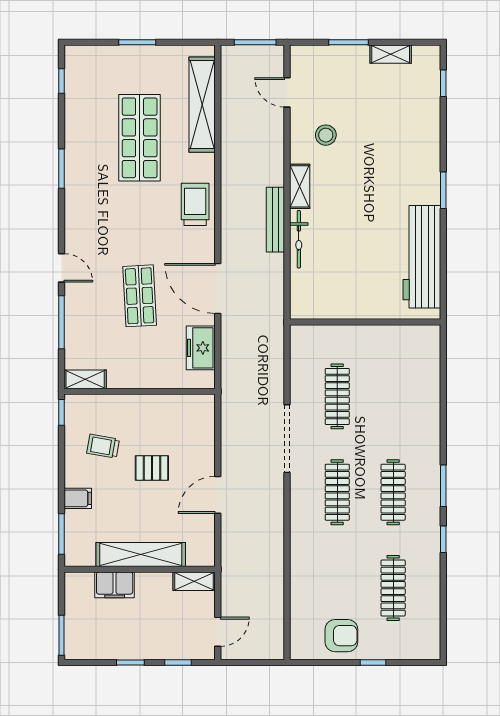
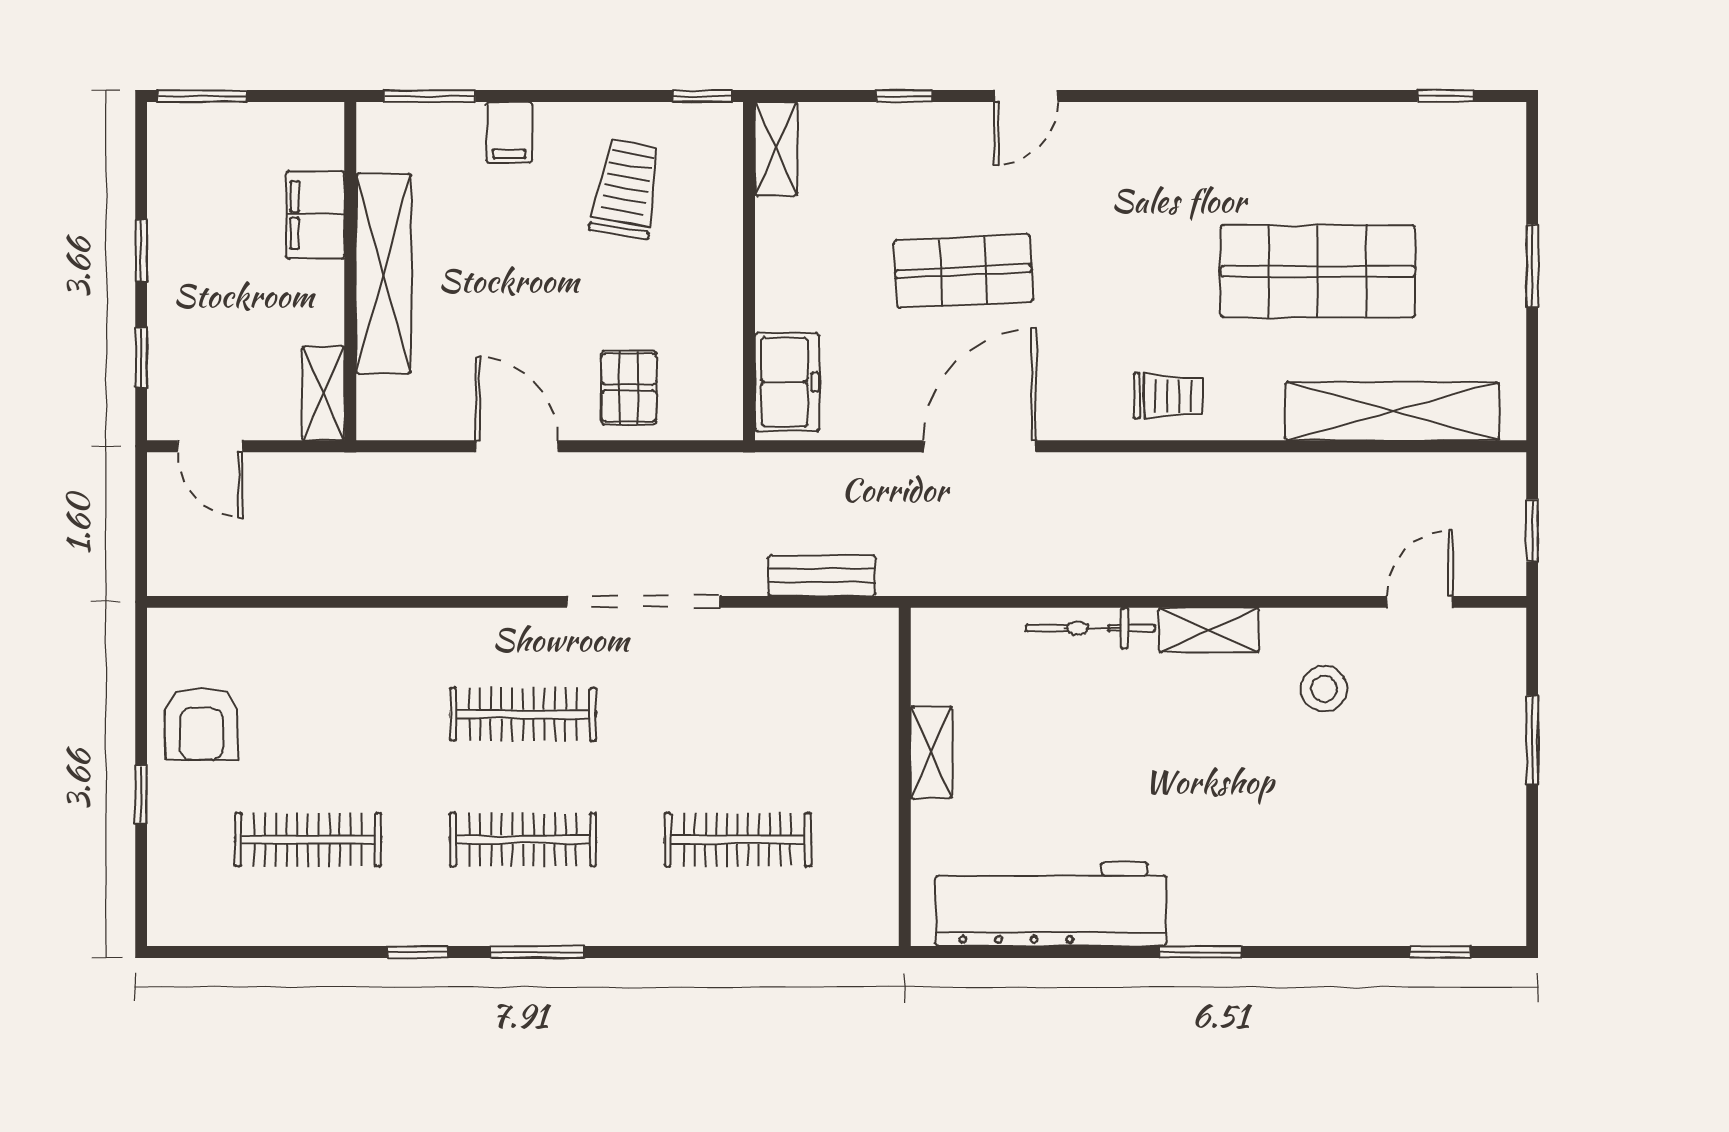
window: (255, 42) -> (1532, 530), width x0.67
shelving: (391, 54) -> (931, 752), moved
window: (62, 169) -> (1249, 96), removed
trolley: (195, 204) -> (1168, 396), width x0.73, depth x0.72
bench: (275, 220) -> (822, 576), moved, width x0.73
window: (62, 322) -> (904, 96), width x0.46
freezer: (201, 348) -> (787, 382), moved, turned 90
clothes rail: (337, 396) -> (738, 840), moved
trolley: (103, 446) -> (626, 189), width x1.36, depth x1.39
pallet: (152, 468) -> (629, 388), moved

